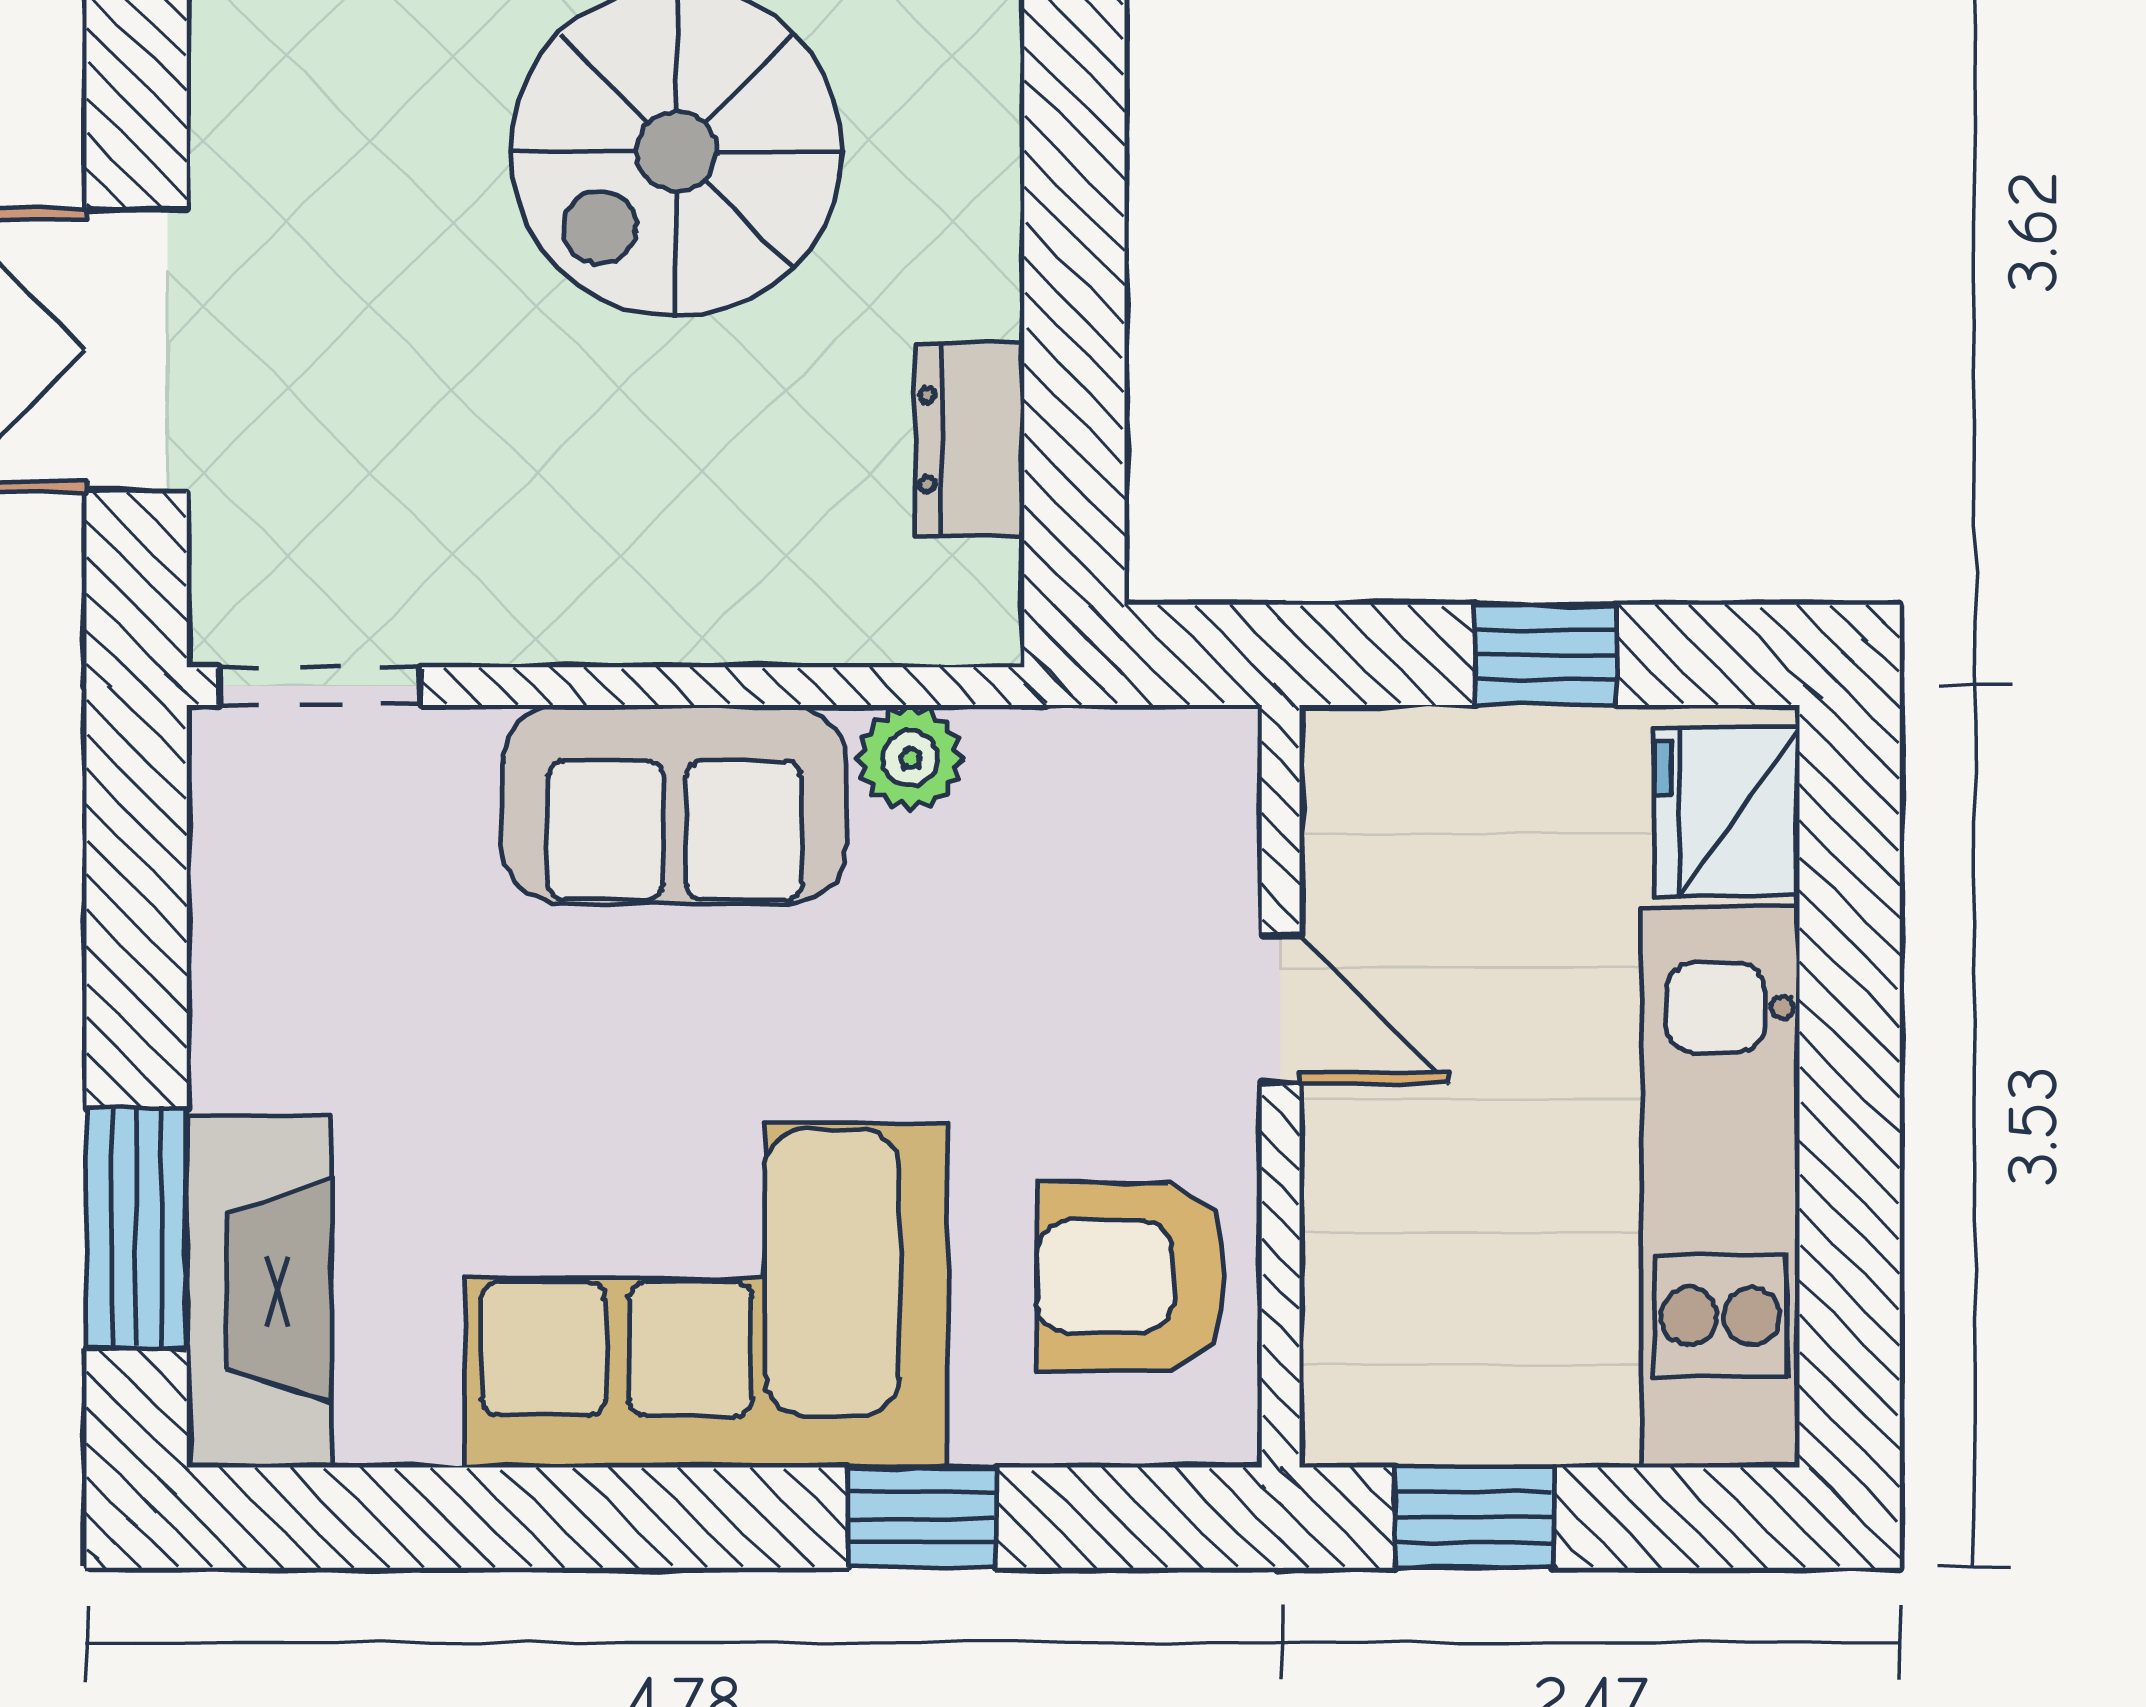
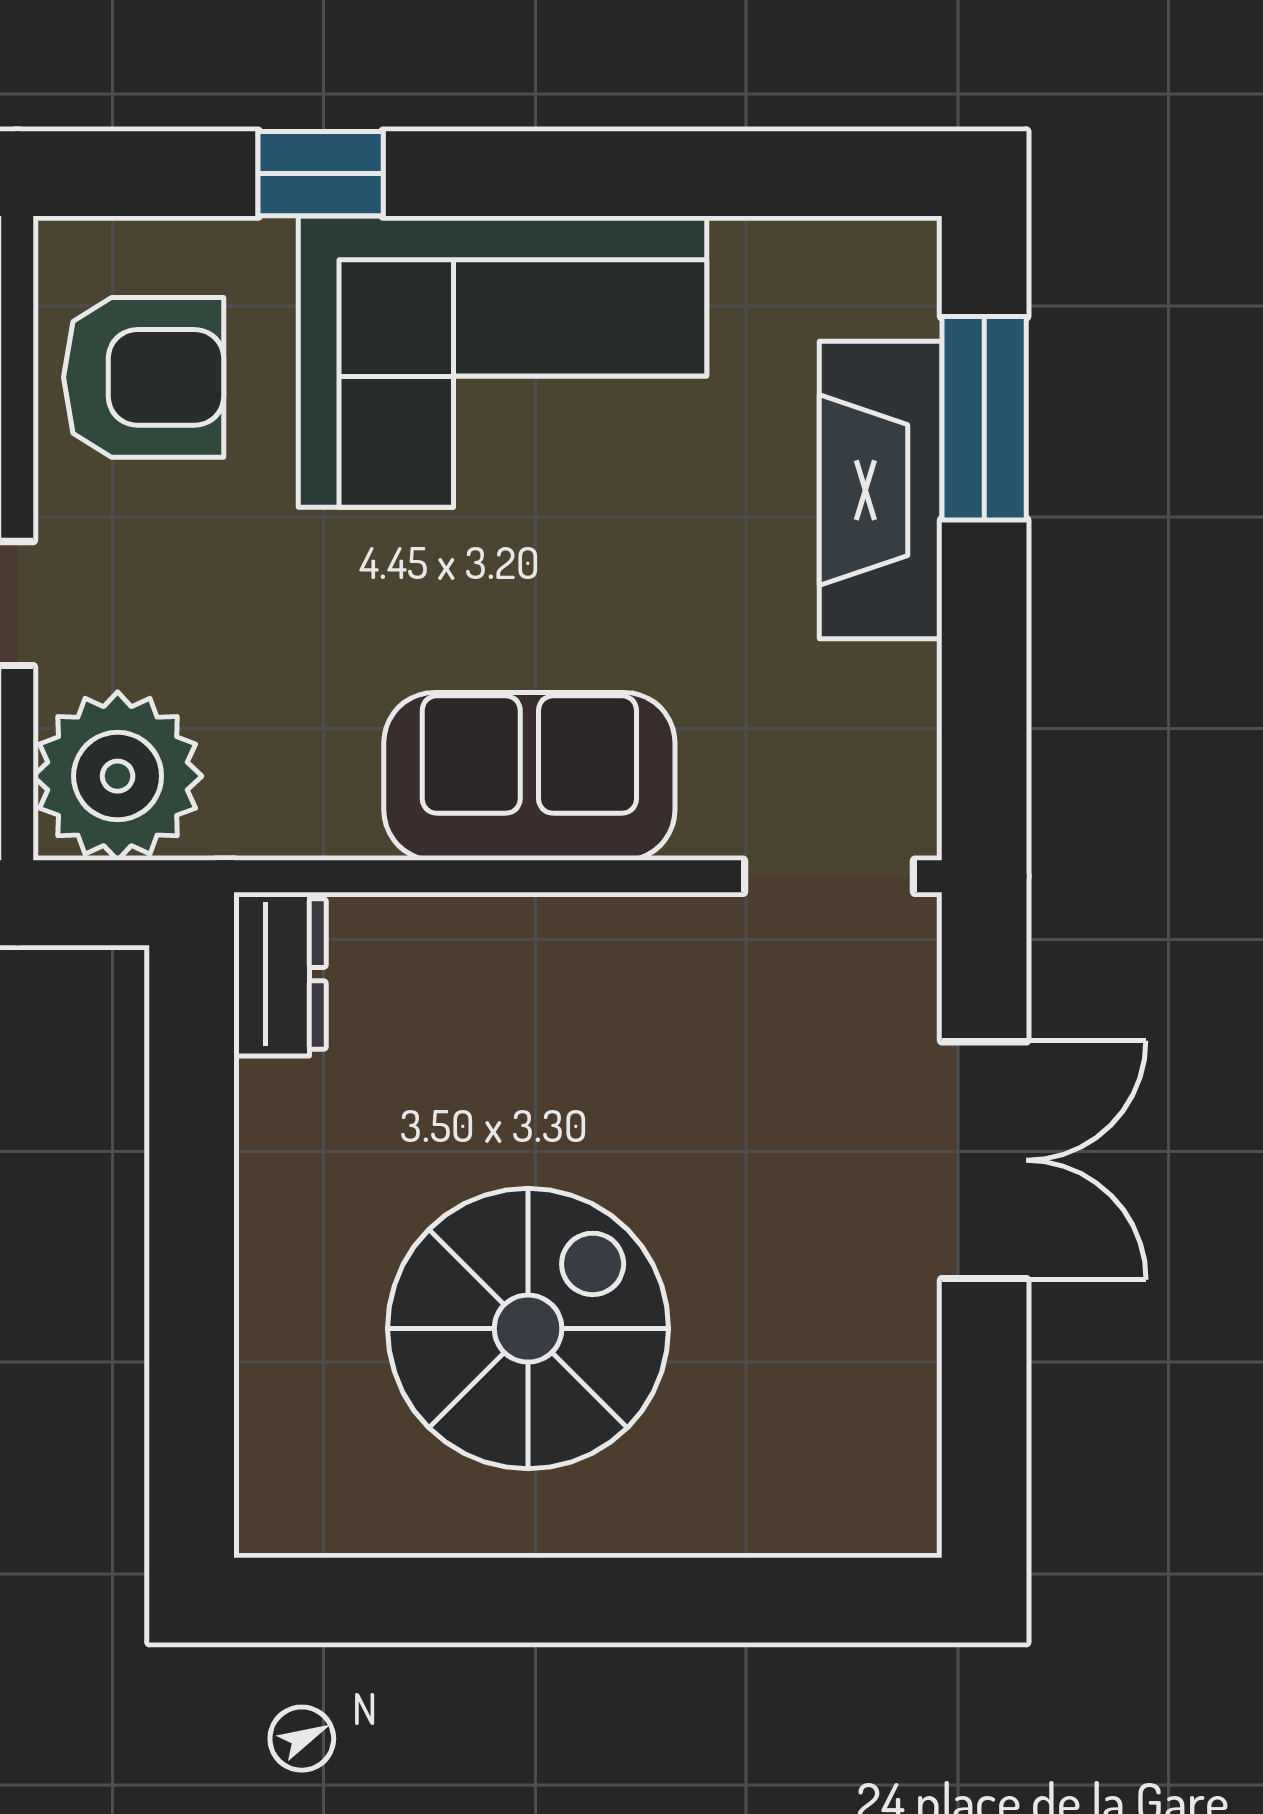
dresser: (970, 440) -> (280, 974), moved
plant: (910, 758) -> (118, 776), moved, width x1.88, depth x1.88
fireplace: (259, 1291) -> (881, 490), moved

